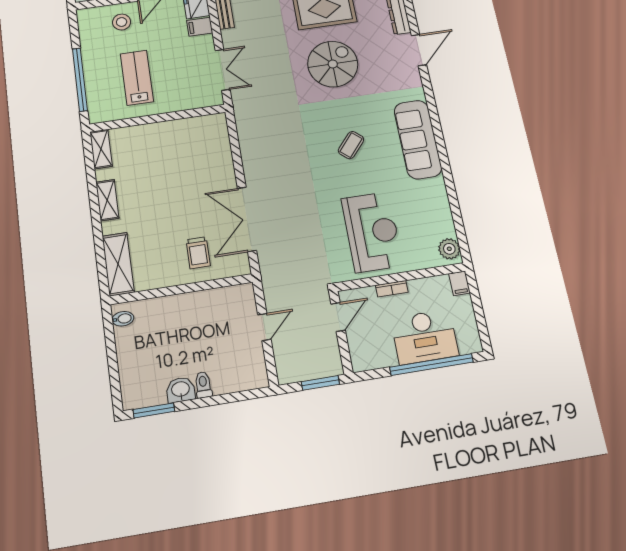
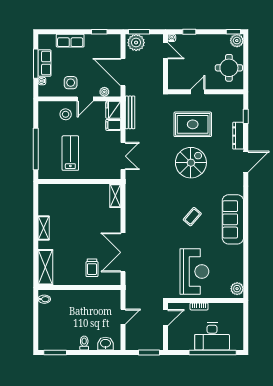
shelving: (101, 149) -> (115, 196), moved
filing cabinet: (459, 283) -> (238, 309), removed
washbasin: (181, 390) -> (105, 344), moved

